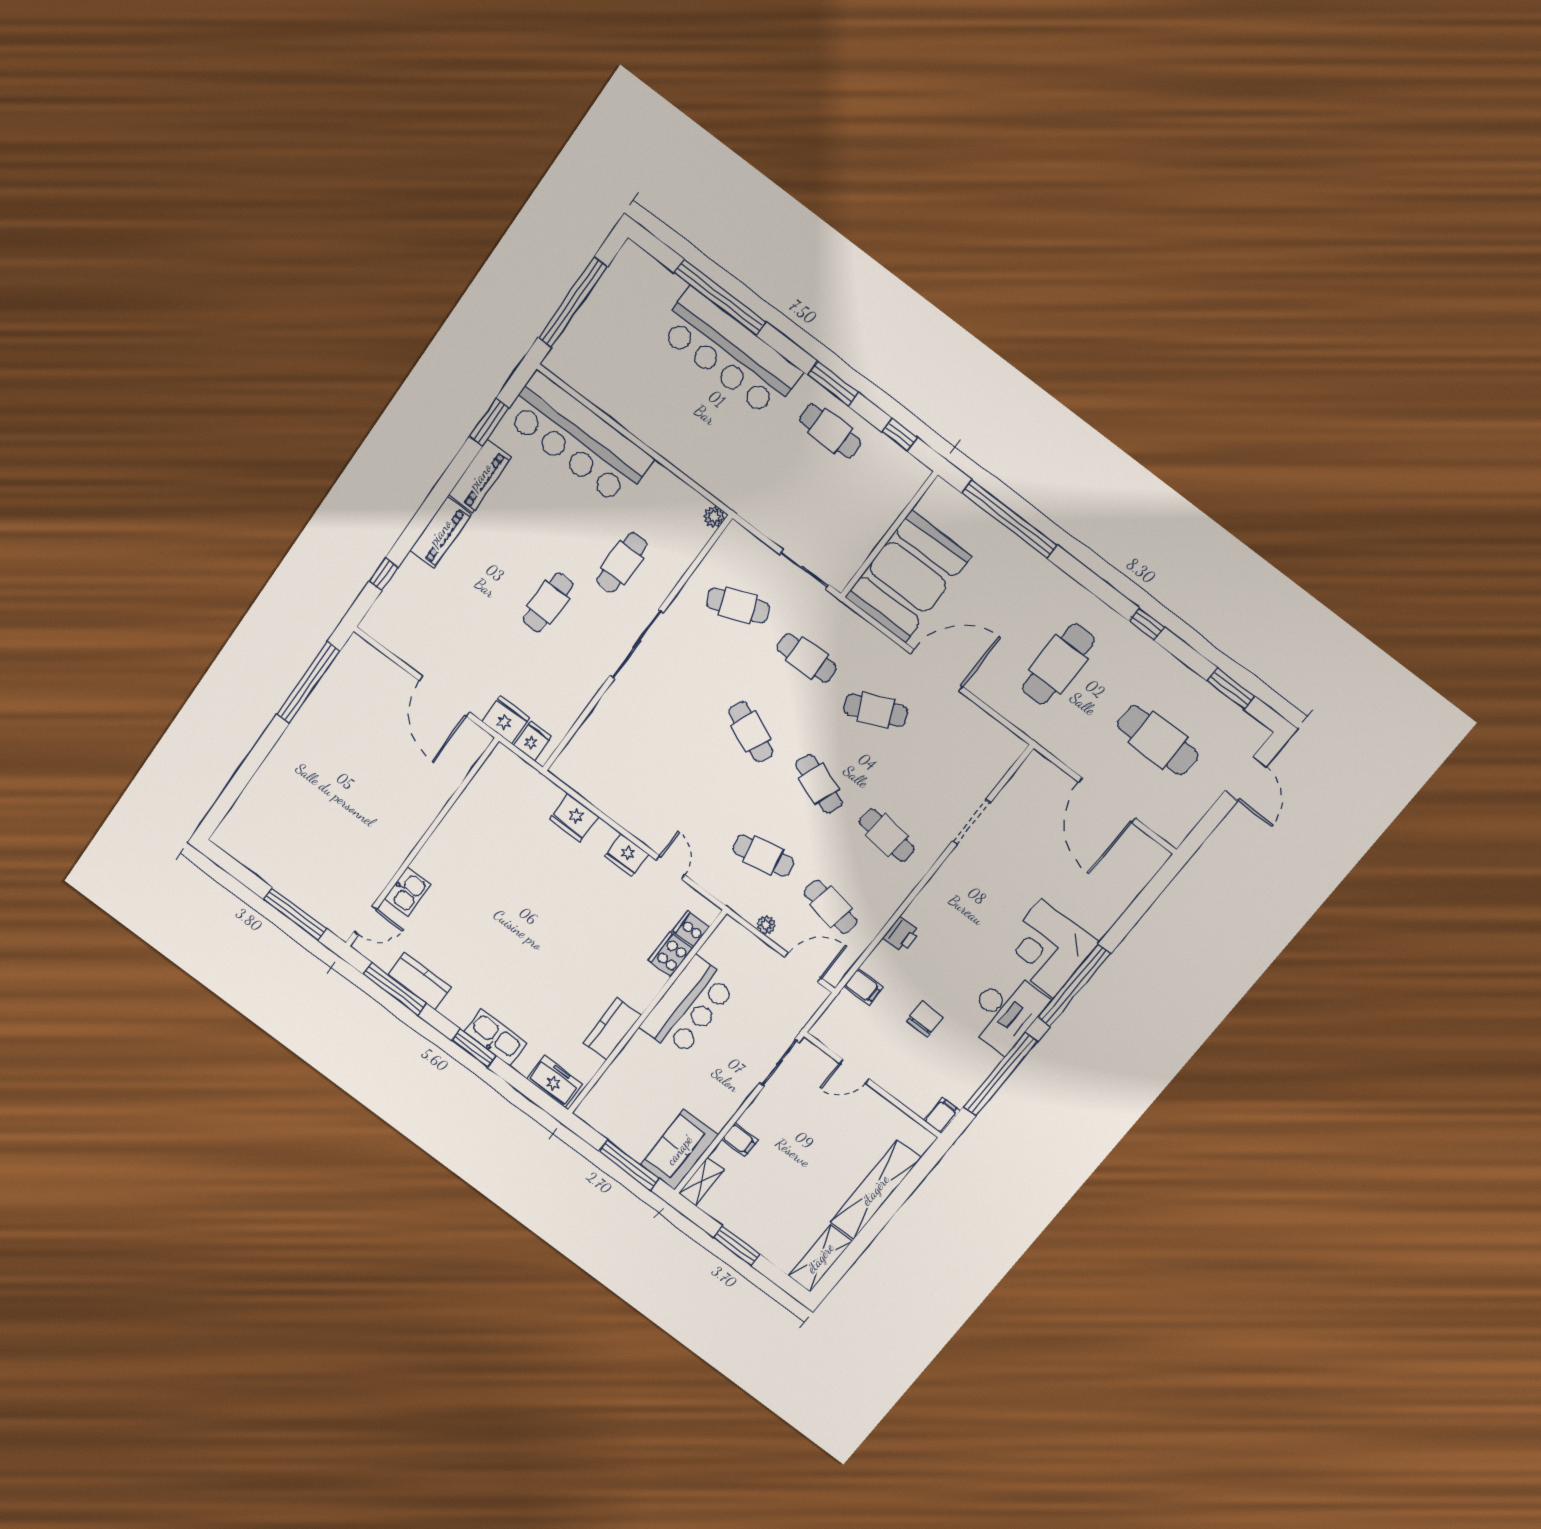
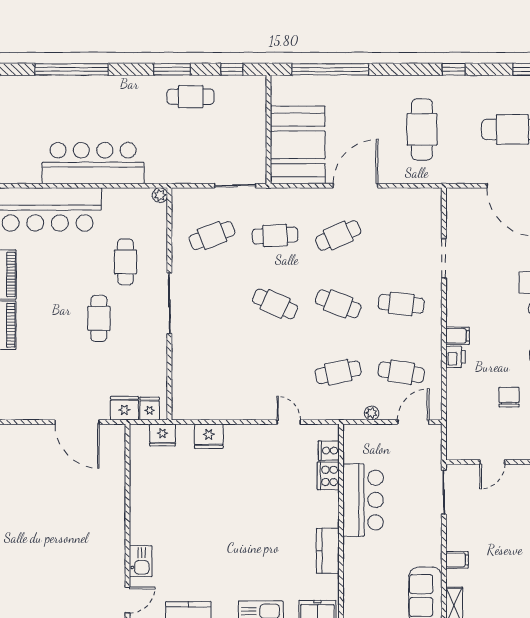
bar counter: (730, 352) -> (93, 163), moved, turned 180
fridge: (626, 855) -> (163, 435), moved
filing cabinet: (863, 987) -> (458, 336), moved

